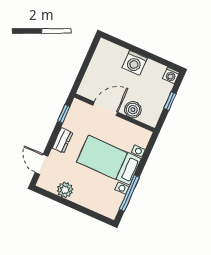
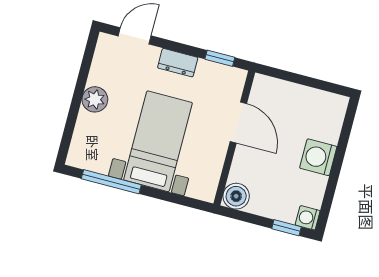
window: (170, 101) -> (287, 228), moved
boiler: (133, 110) -> (236, 196), moved
plant: (65, 190) -> (95, 99), moved

